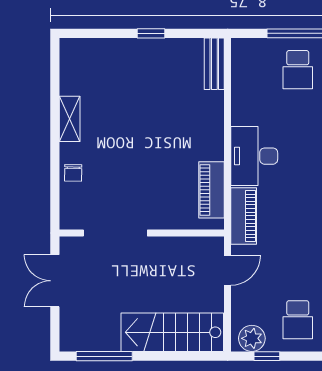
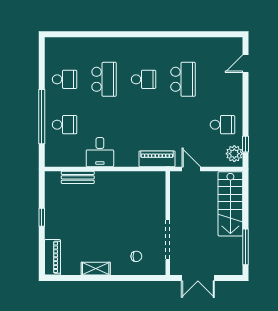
bench: (214, 64) -> (78, 177), moved
desk: (254, 156) -> (100, 152), moved, width x0.73
chair: (73, 173) -> (136, 256), moved
piano: (212, 190) -> (53, 257), moved, turned -90

